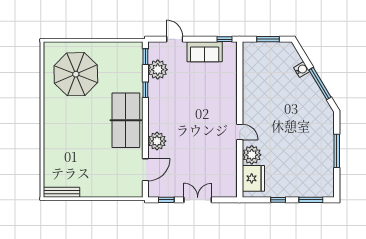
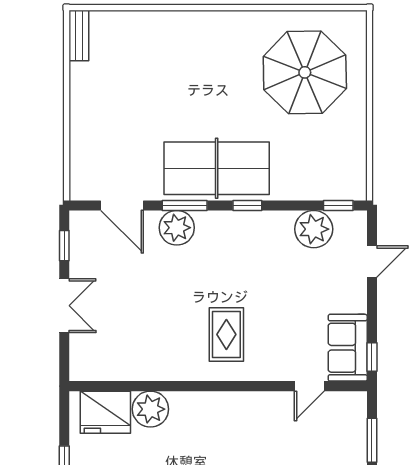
sofa: (205, 52) -> (348, 348), moved
window: (145, 90) -> (247, 205), moved
rug: (213, 115) -> (226, 334), added
door: (240, 132) -> (309, 386), moved
window: (145, 137) -> (185, 205), added
bench: (61, 192) -> (79, 36), width x0.73

